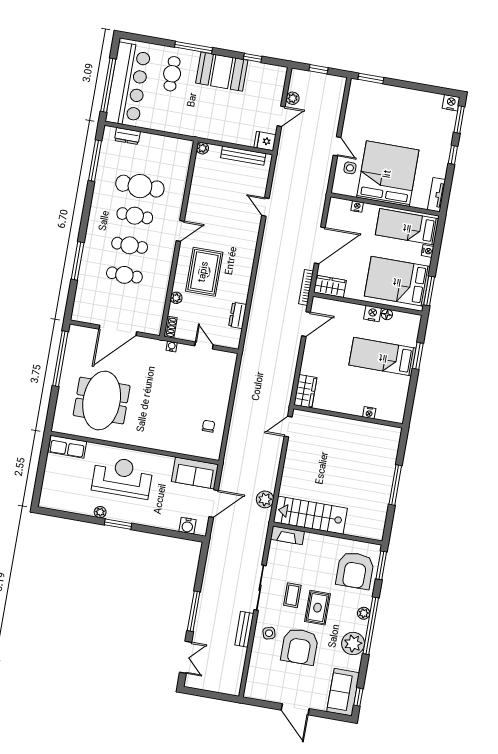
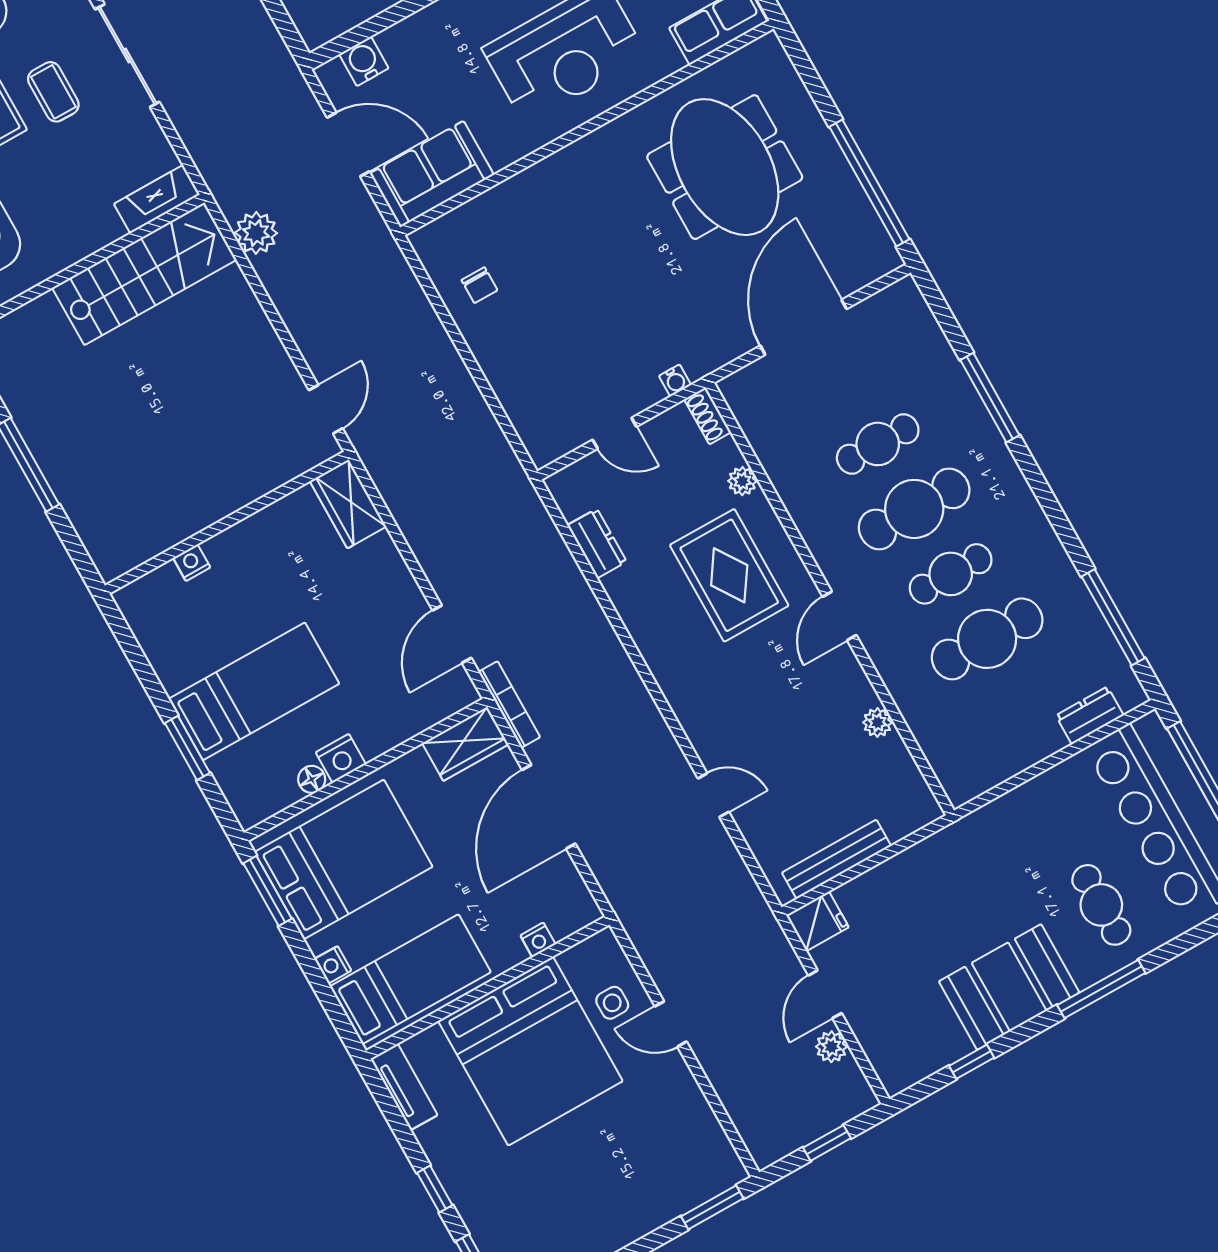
plant: (202, 148) -> (877, 722), moved
cafe table: (130, 245) -> (914, 509), width x1.37, depth x1.35
door: (214, 504) -> (348, 144), swing flipped

